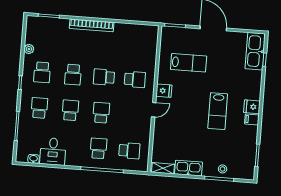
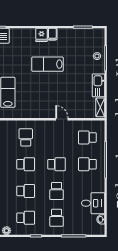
school desk: (104, 77) -> (26, 164), turned -90
fridge: (164, 91) -> (33, 112), removed
school desk: (39, 108) -> (57, 218), turned -90
school desk: (70, 110) -> (57, 191), turned -90
door: (154, 110) -> (62, 119), moved
lab bench: (218, 111) -> (47, 64), turned 180
school desk: (101, 113) -> (57, 164), turned 180
school desk: (129, 151) -> (87, 137), turned -90

